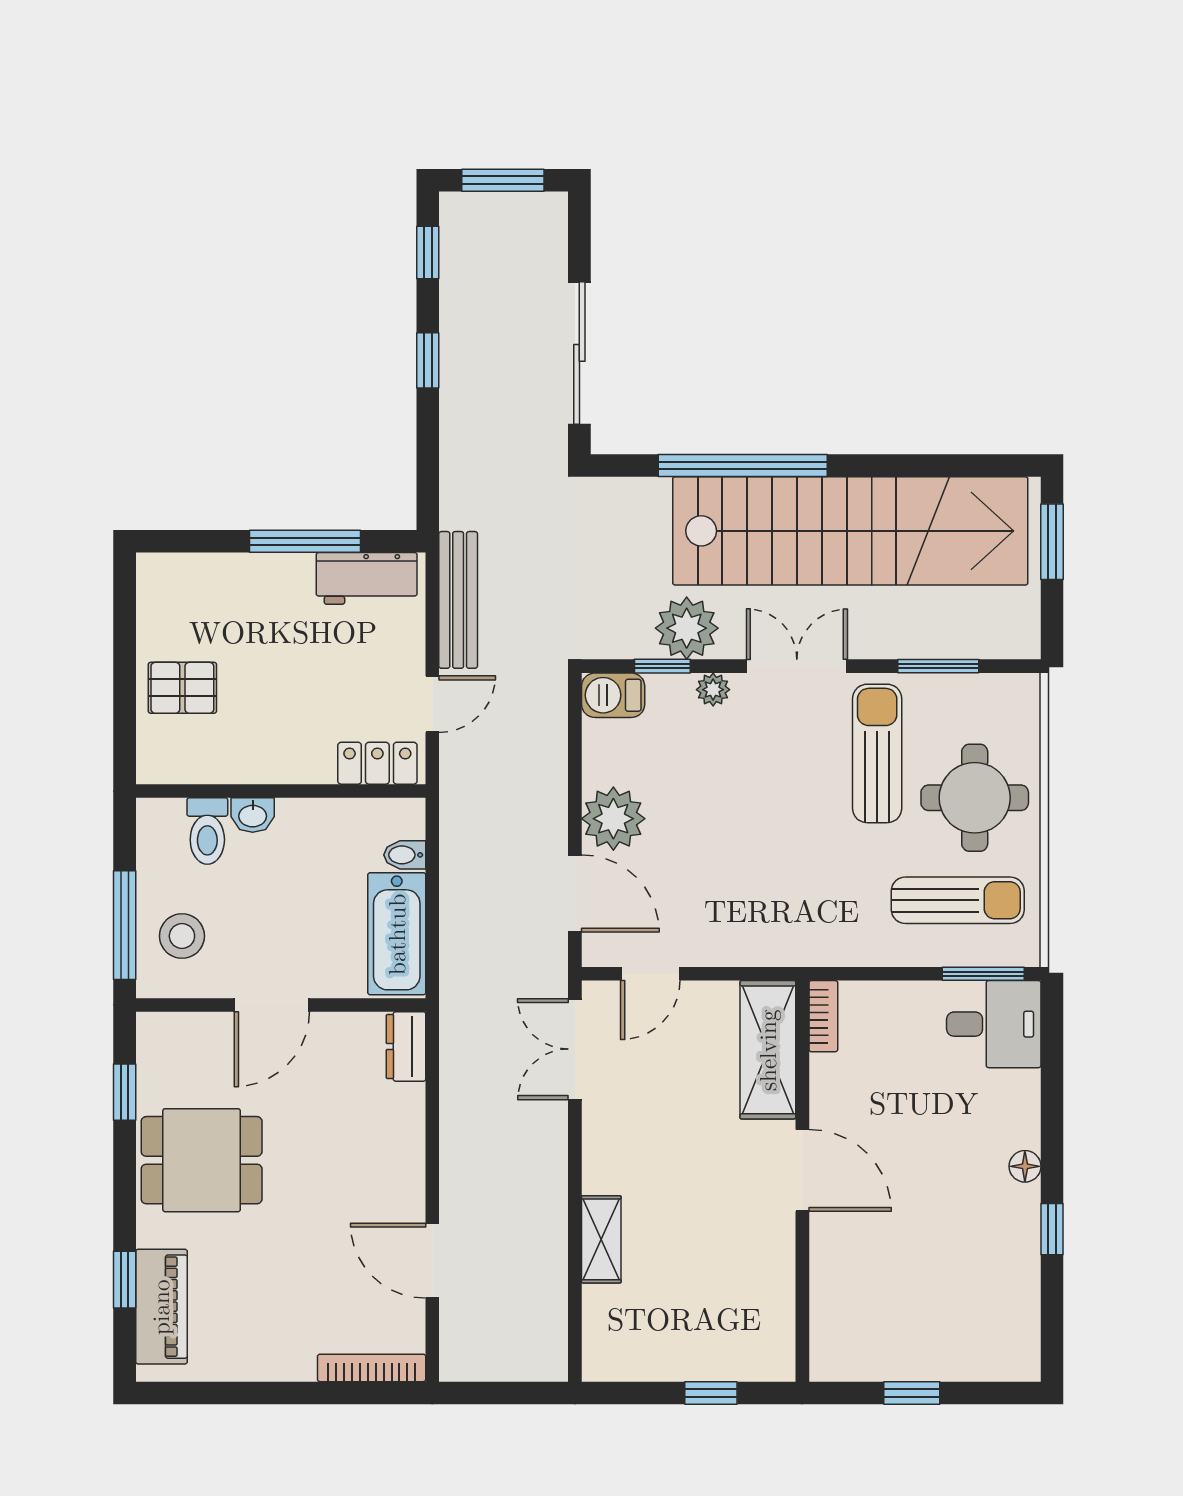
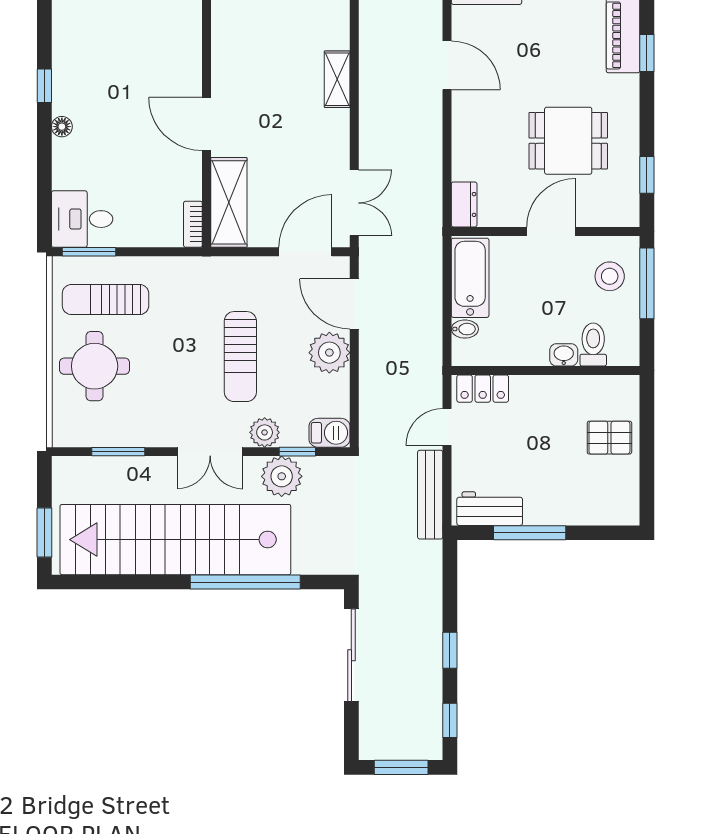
plant: (713, 690) -> (265, 432), width x1.38, depth x1.38
sun lounger: (877, 753) -> (240, 357), moved
door: (650, 974) -> (305, 252), width x1.38
dining table: (202, 1160) -> (568, 141), moved

